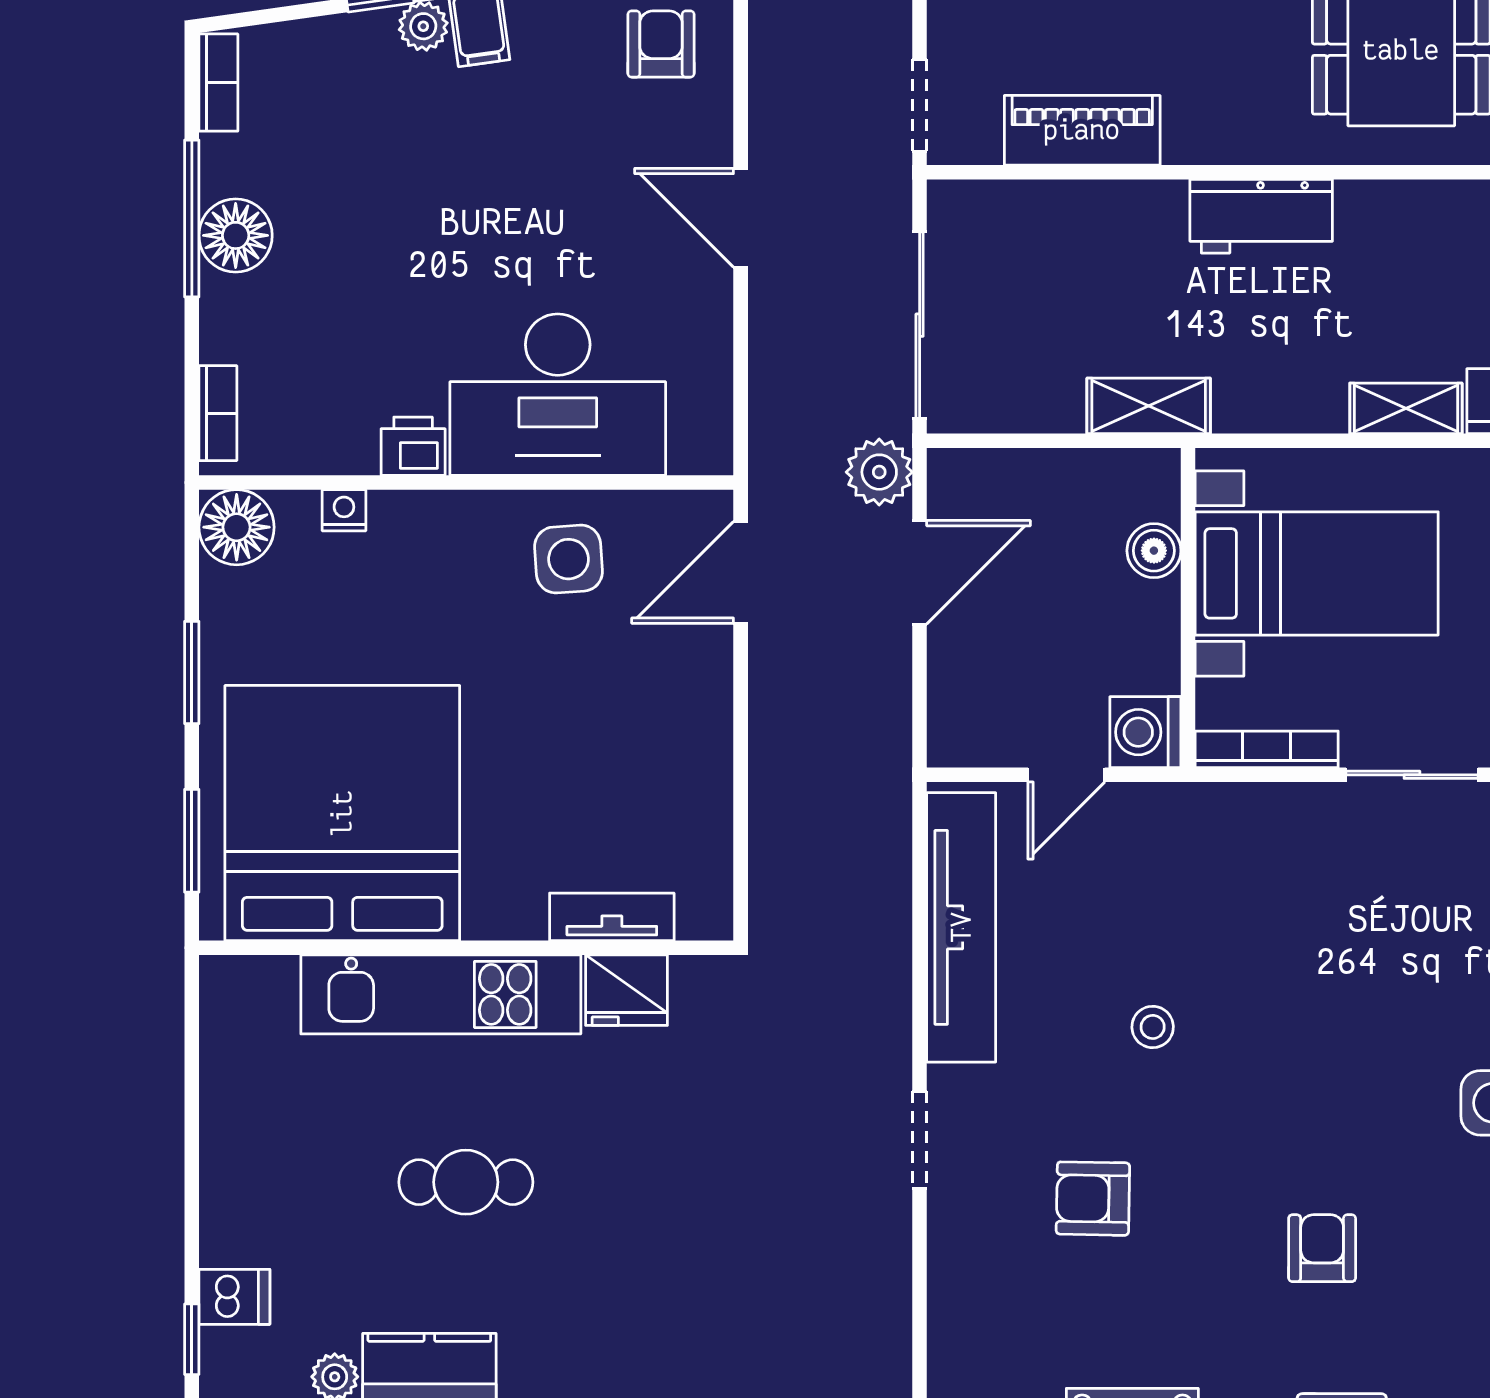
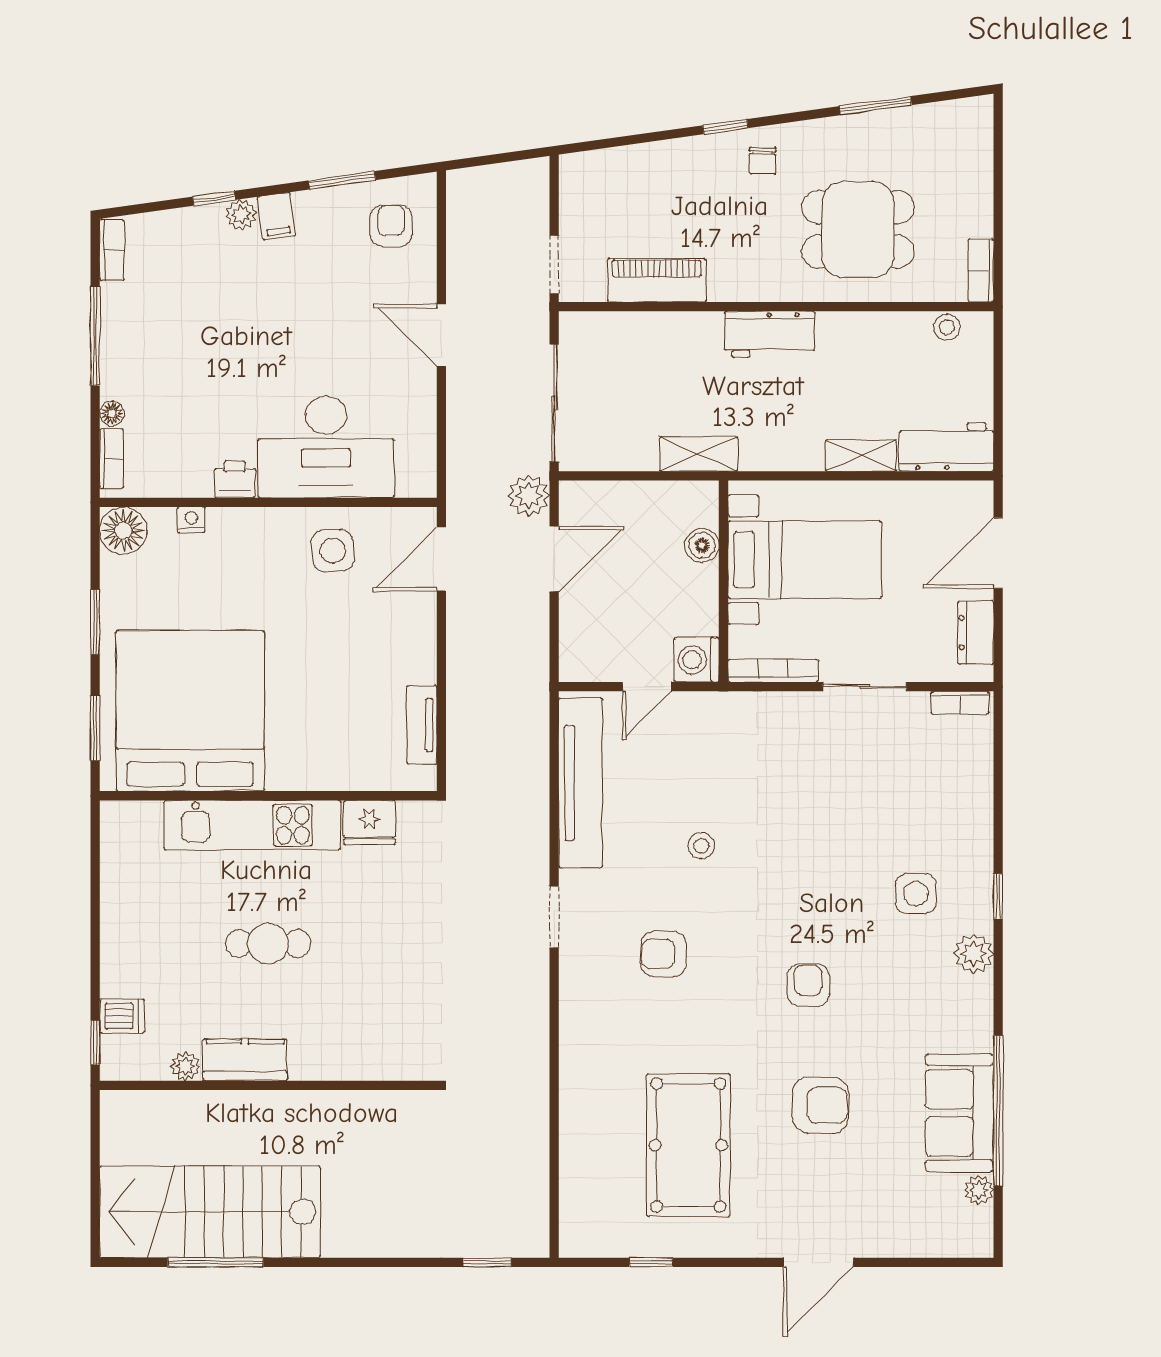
floor lamp: (236, 235) -> (112, 413), moved, width x0.53, depth x0.53
tv unit: (612, 917) -> (422, 725), moved, turned -90

